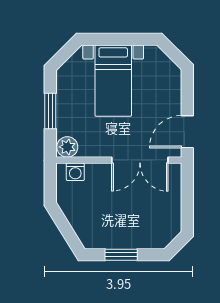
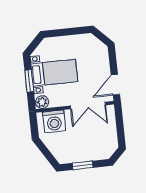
bed with nightstands: (113, 81) -> (54, 73), moved, turned -90
washing machine: (75, 172) -> (54, 121), width x1.89, depth x1.89

